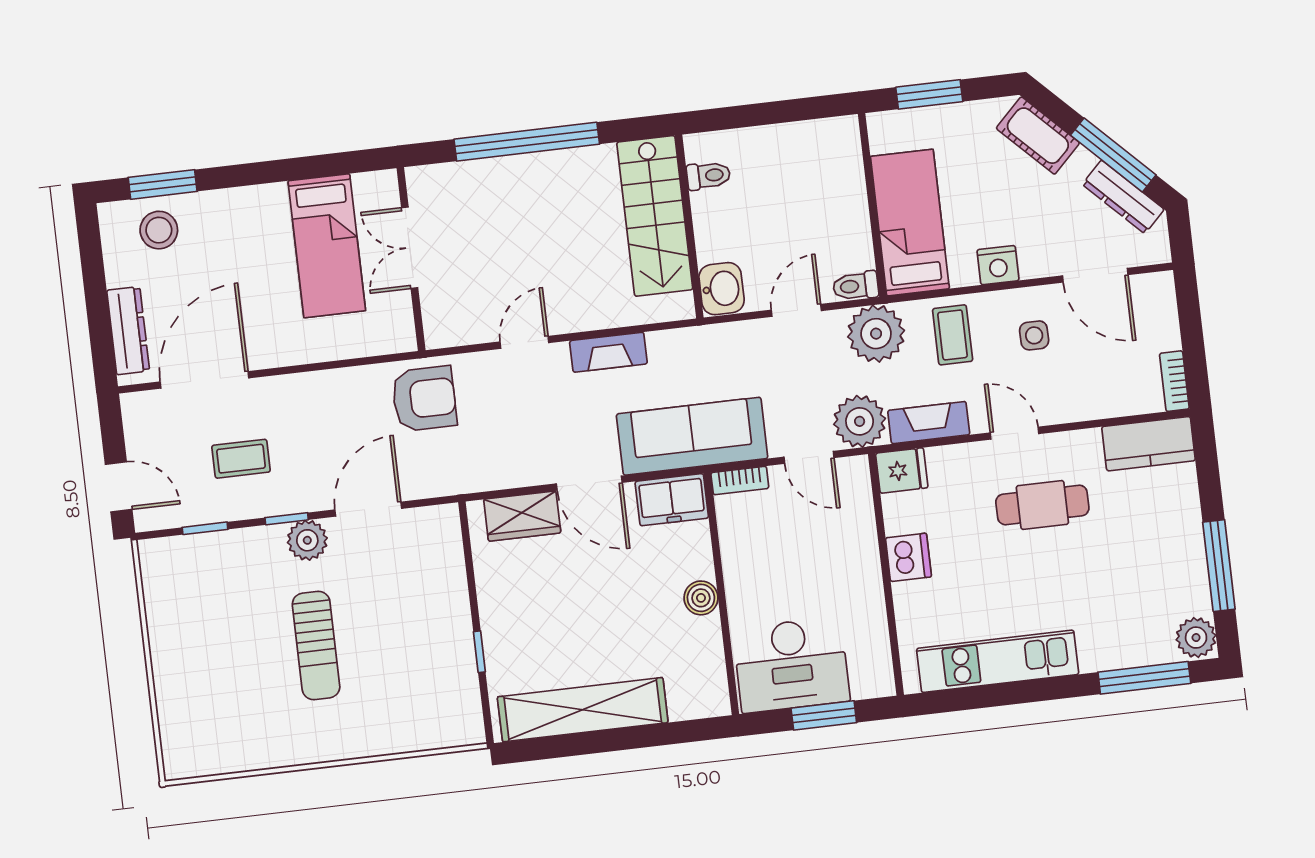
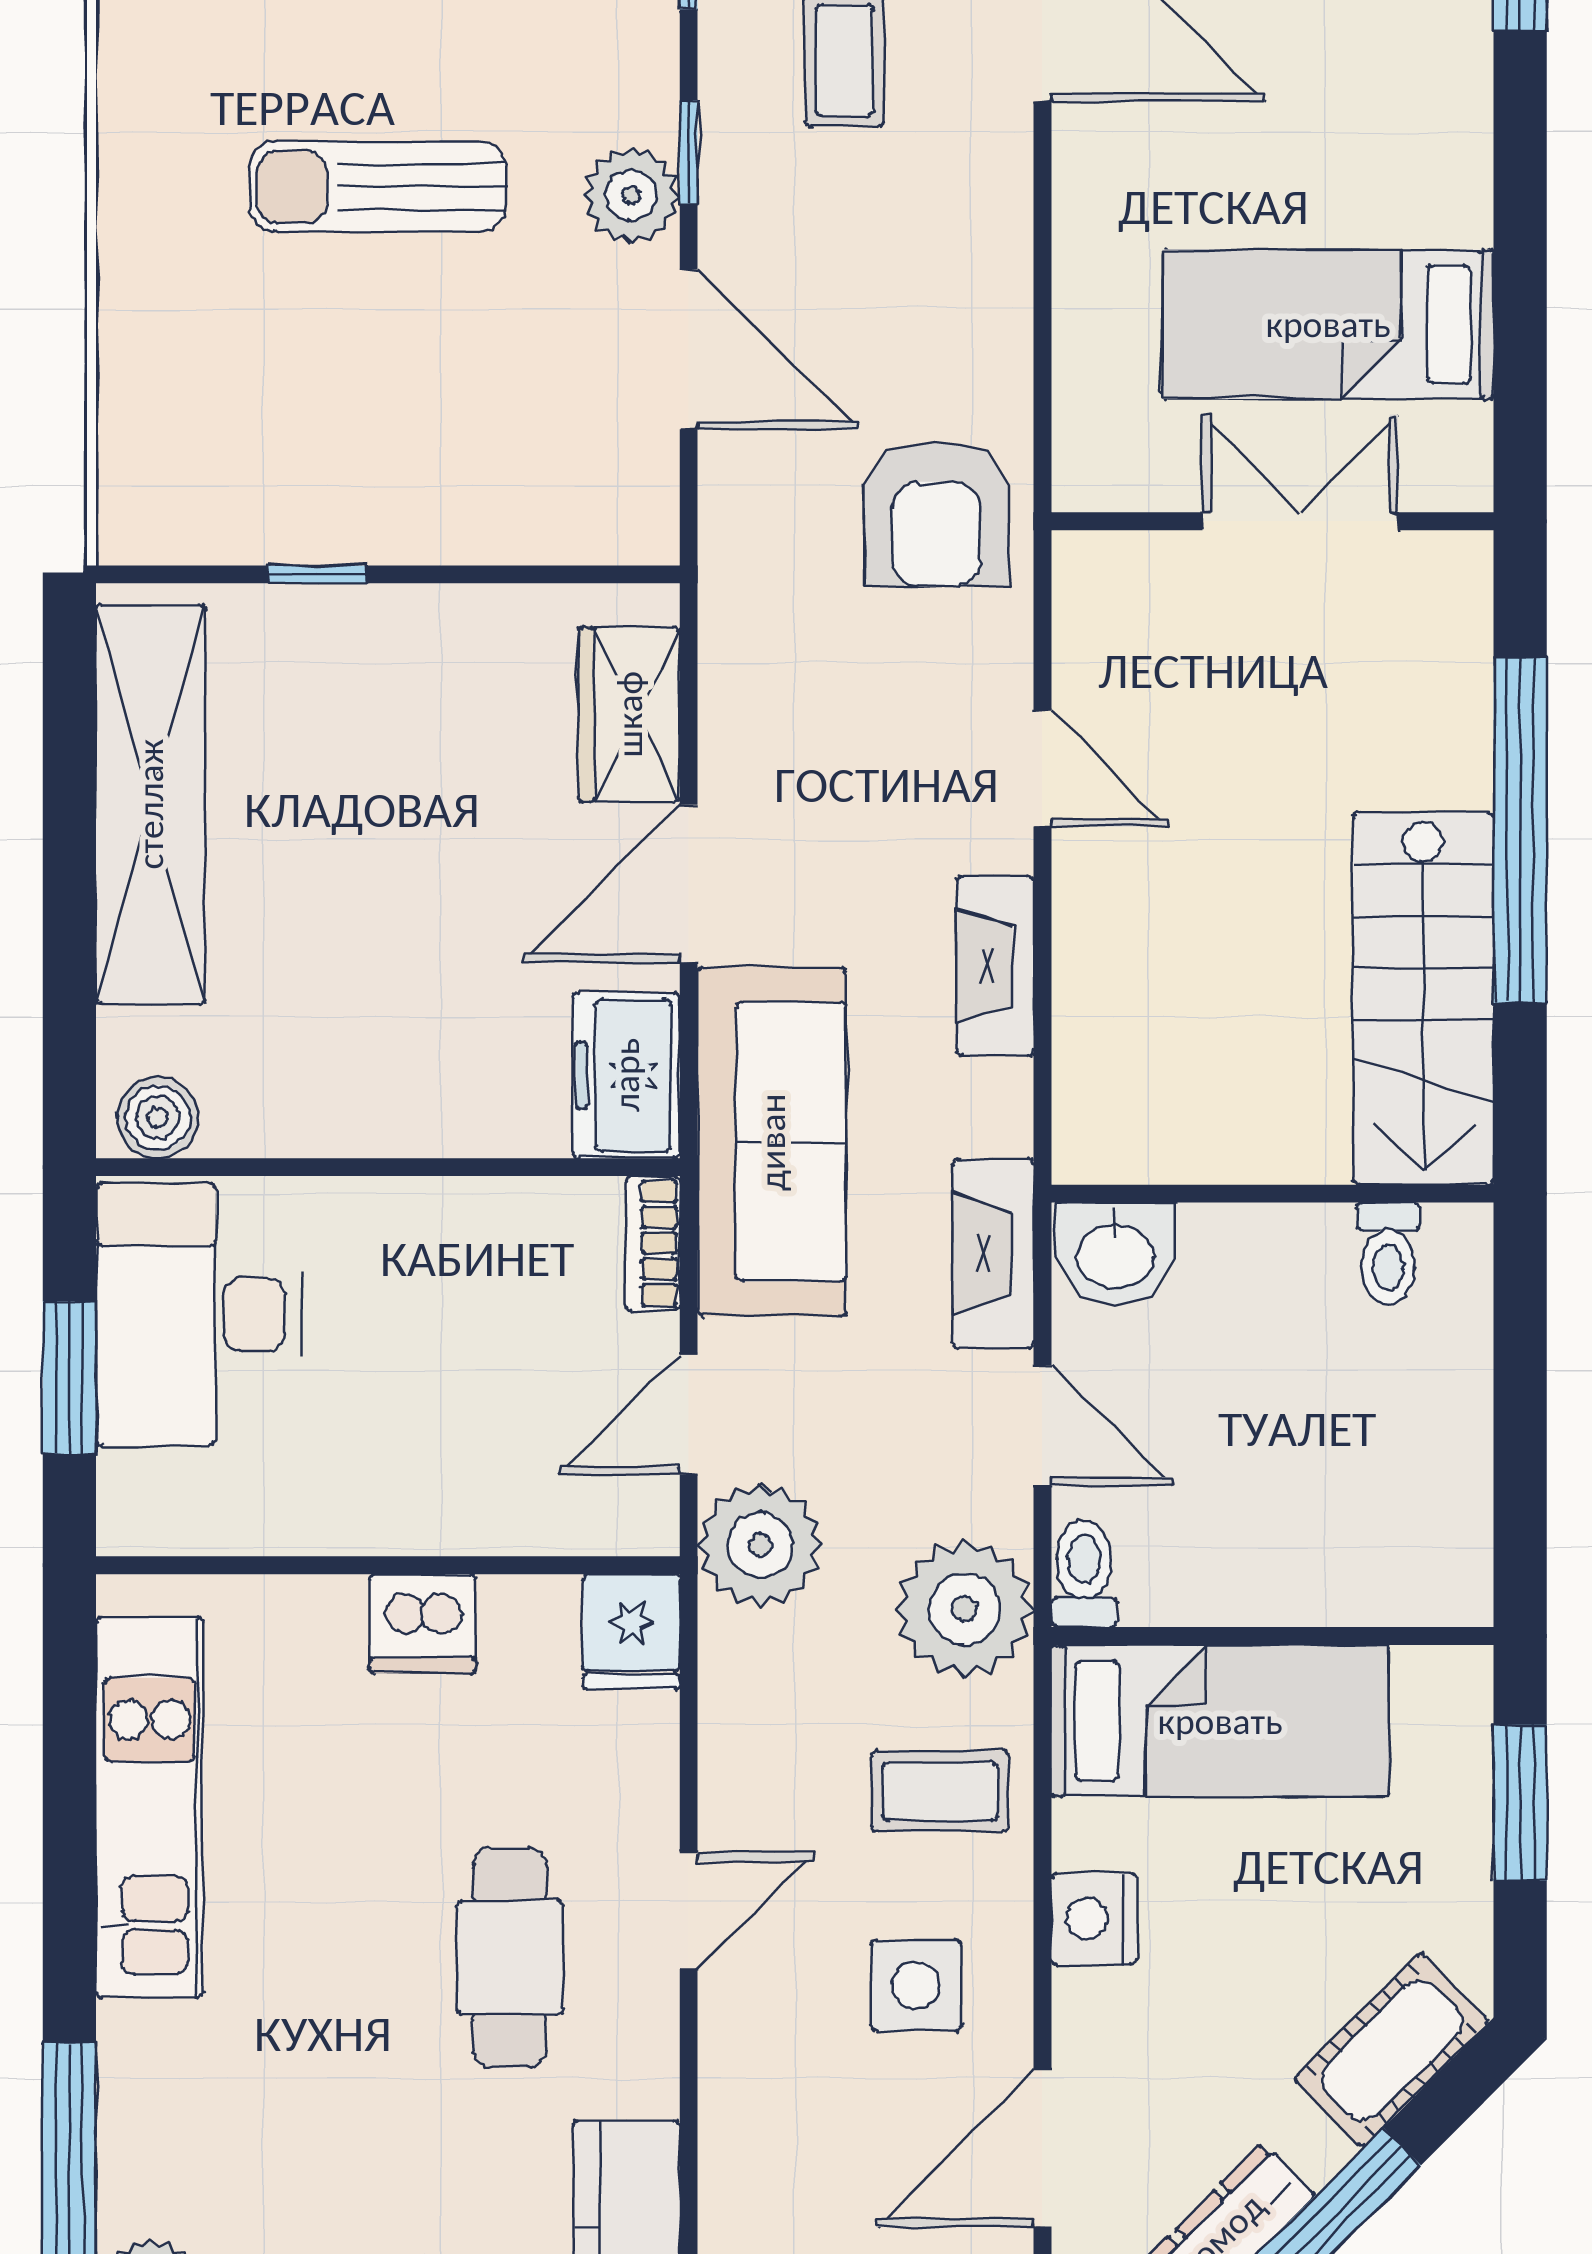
stairs: (655, 216) -> (1423, 998), moved, turned -90
side table: (1034, 335) -> (916, 1985), width x1.37, depth x1.37
fireplace: (929, 423) -> (993, 1254), moved, turned 180
boiler: (701, 598) -> (158, 1118), moved

